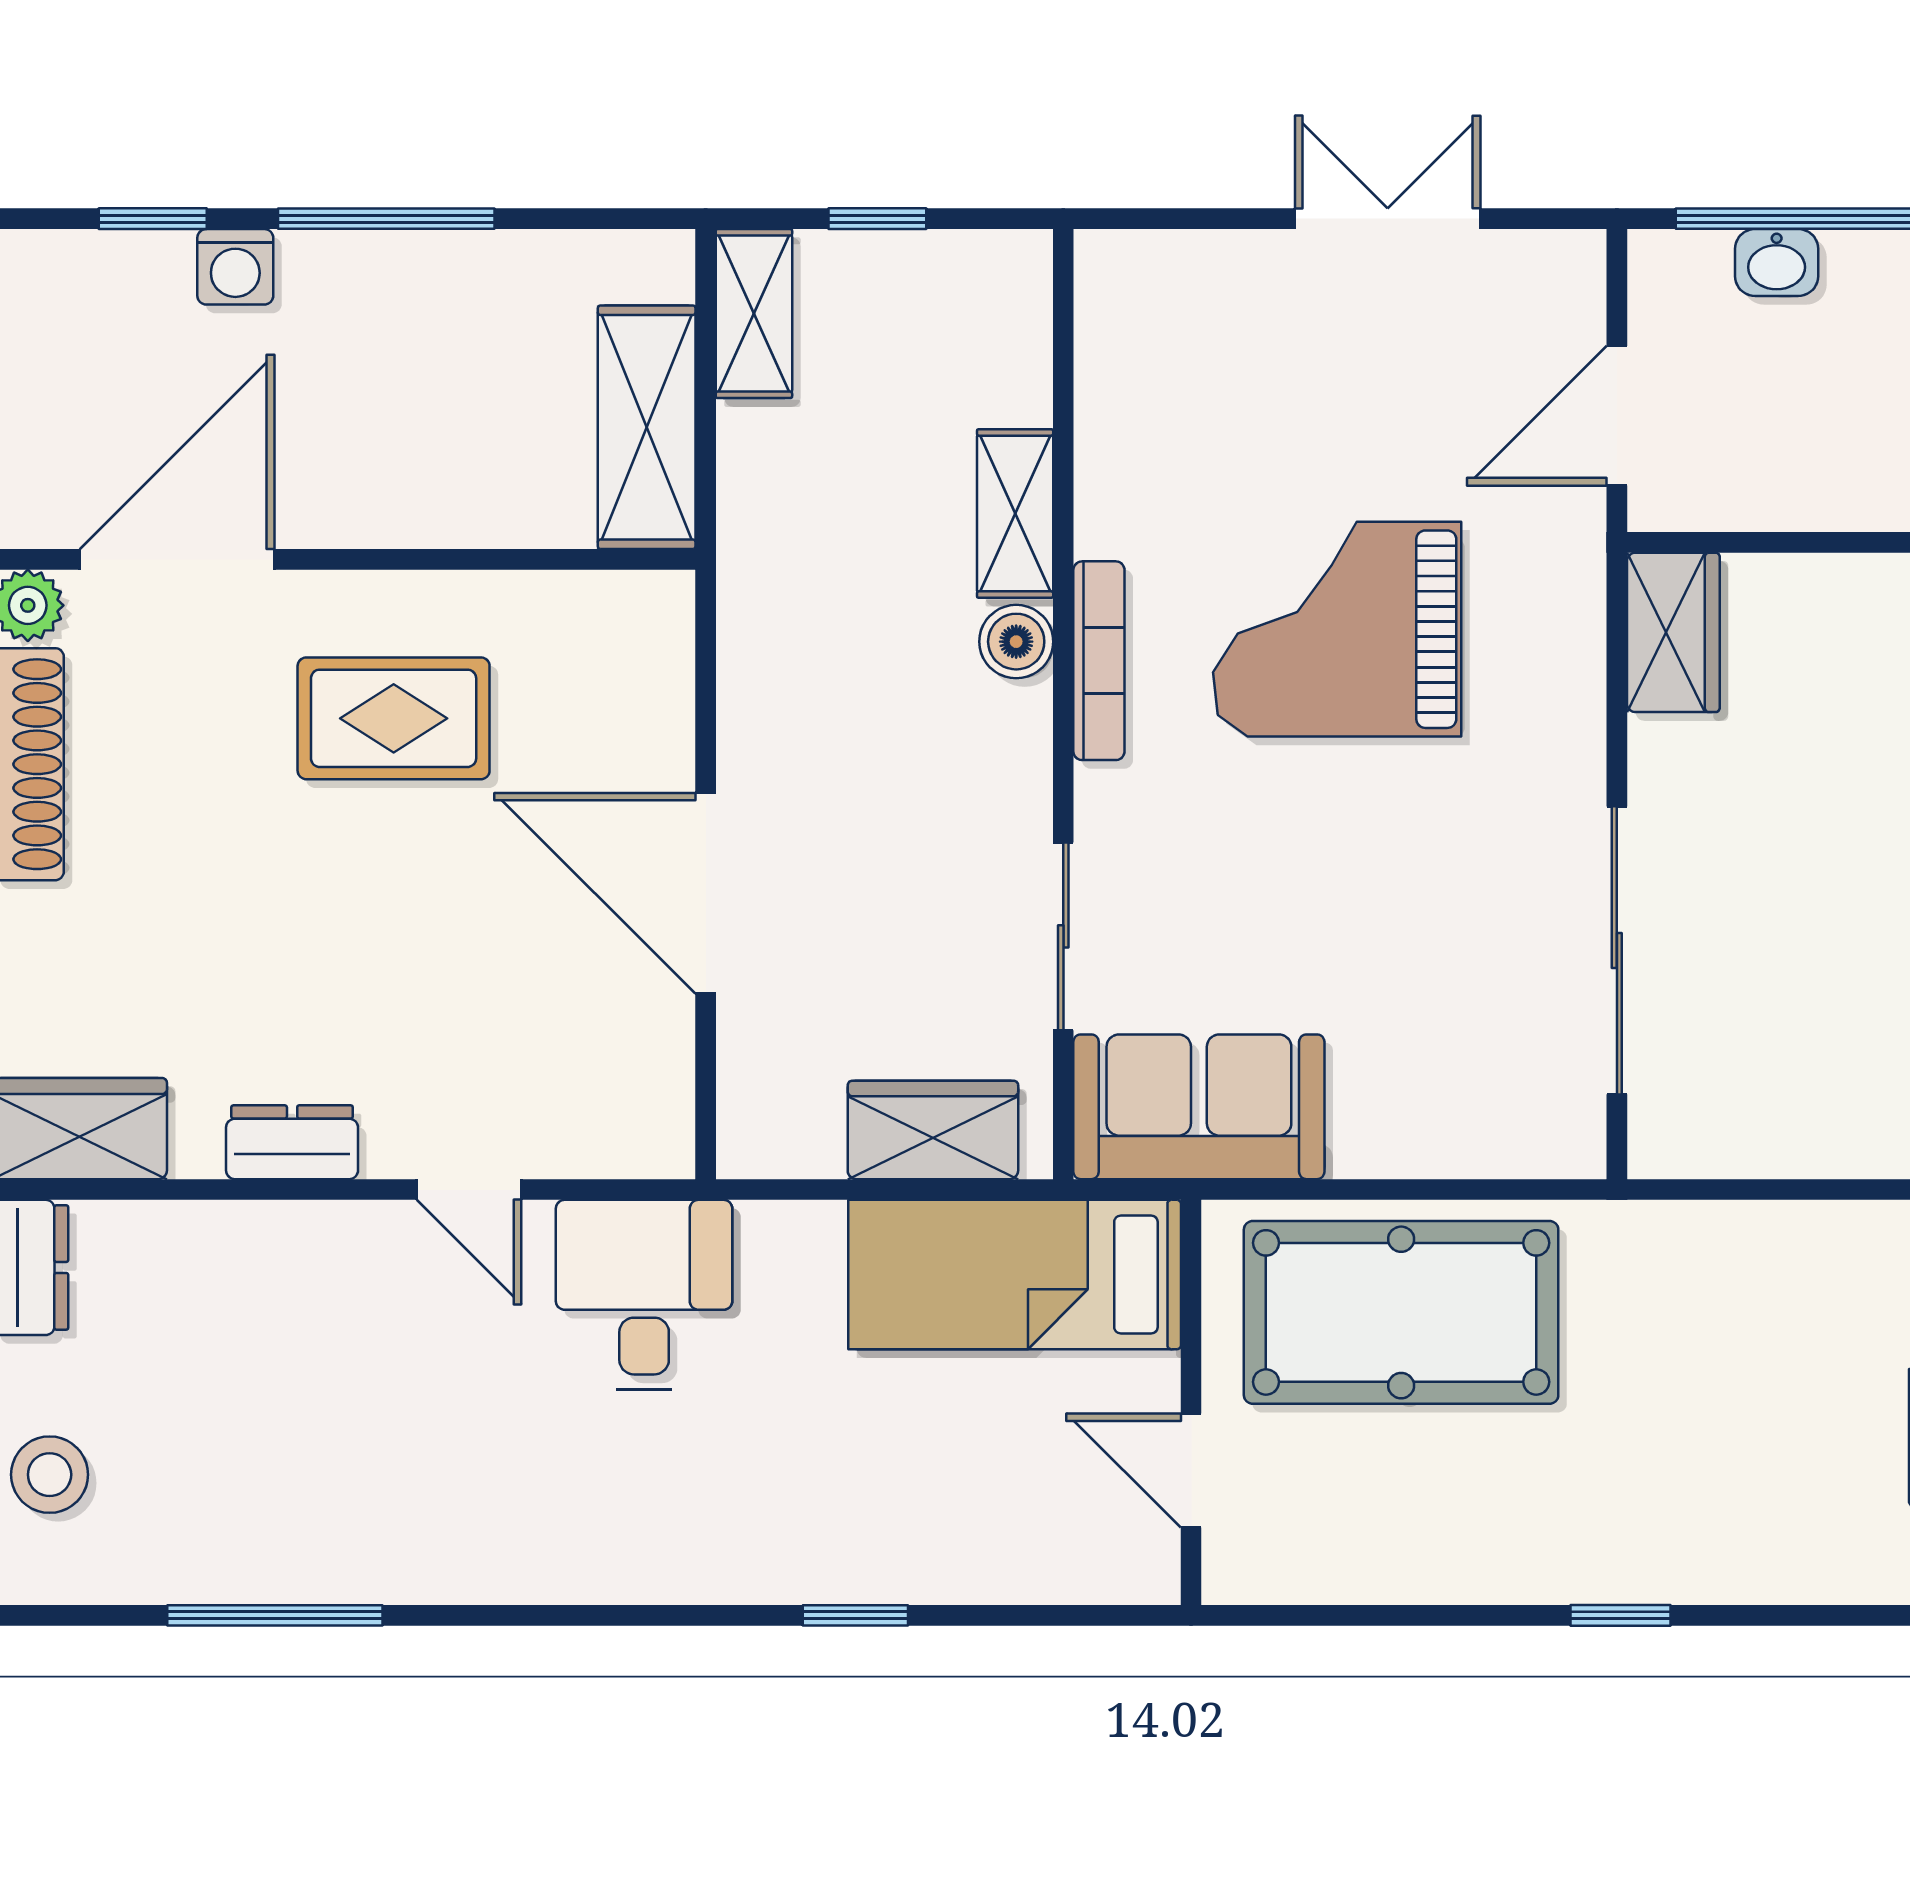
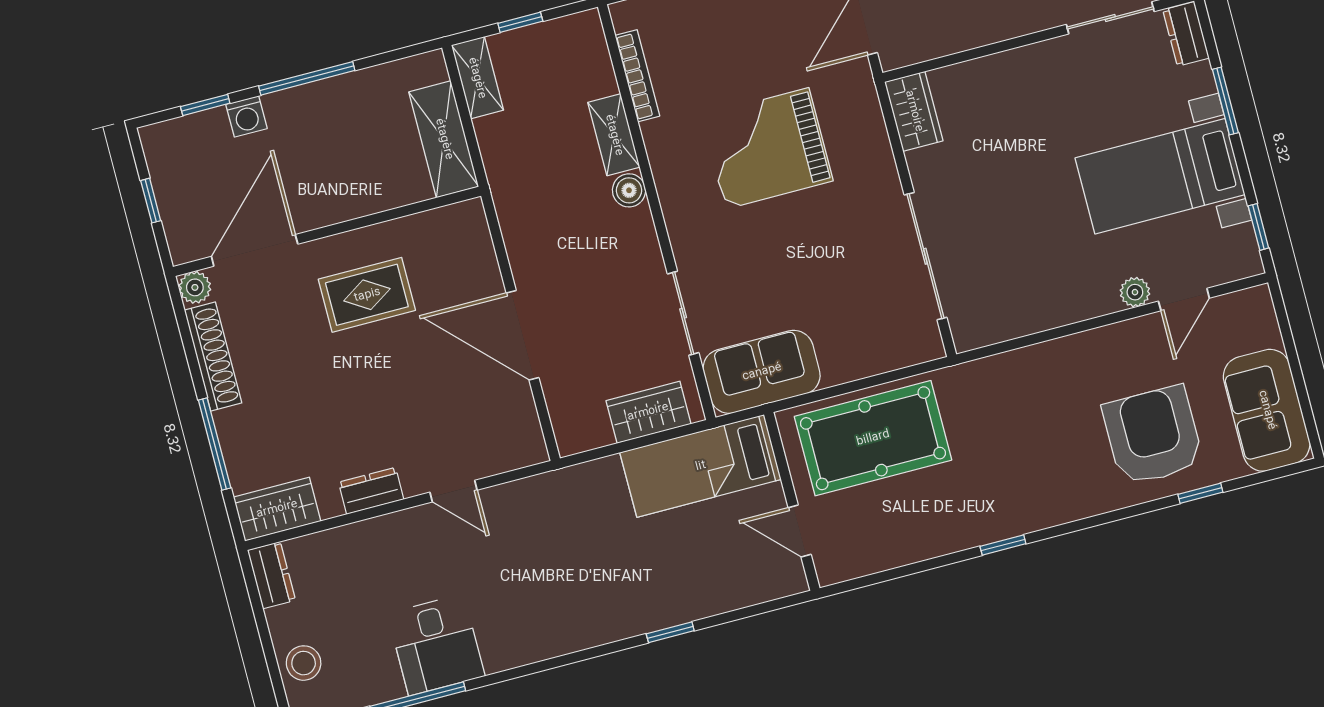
bookcase: (1099, 661) -> (637, 76), moved
desk: (644, 1295) -> (436, 645), moved, turned 180

